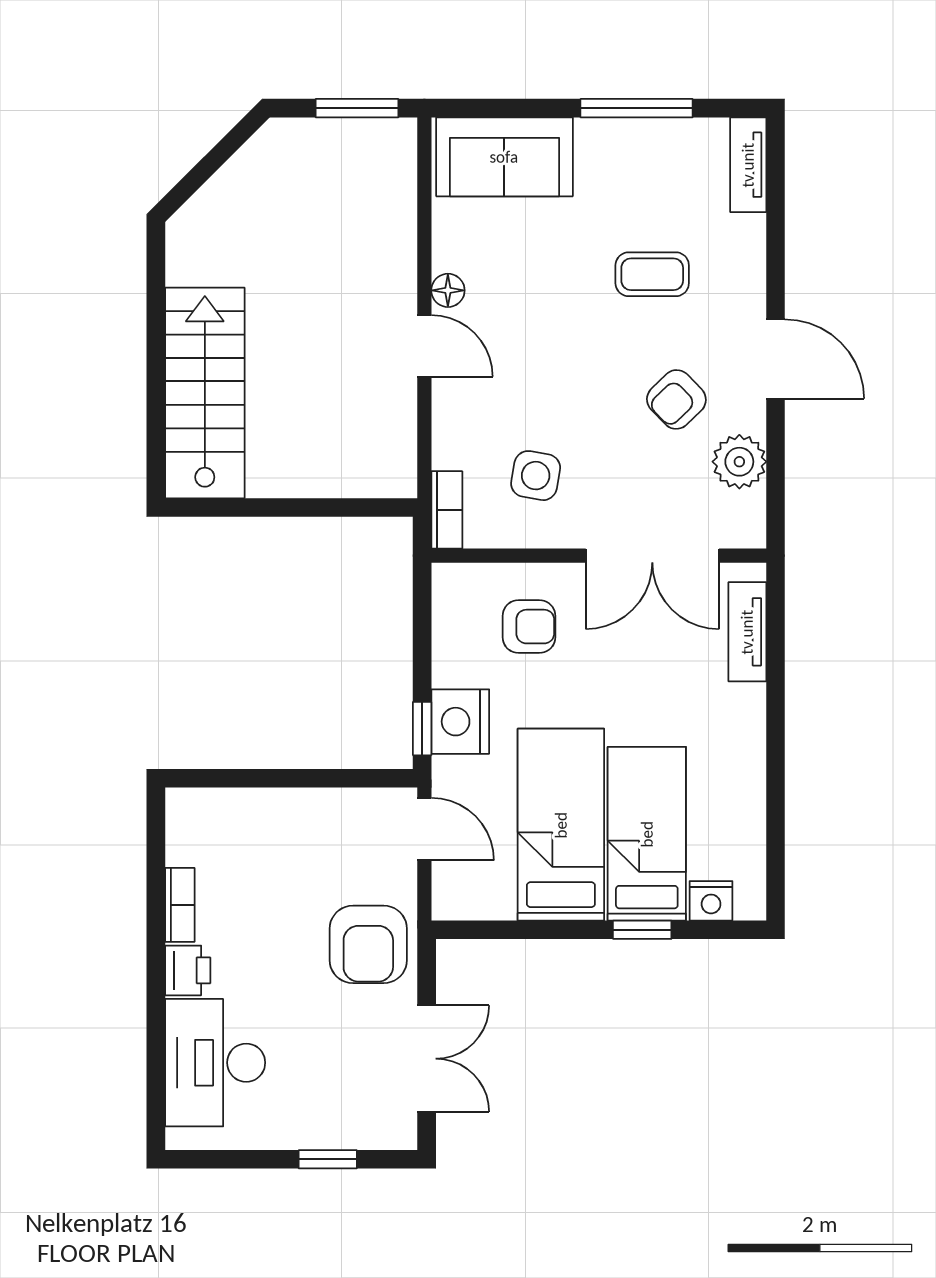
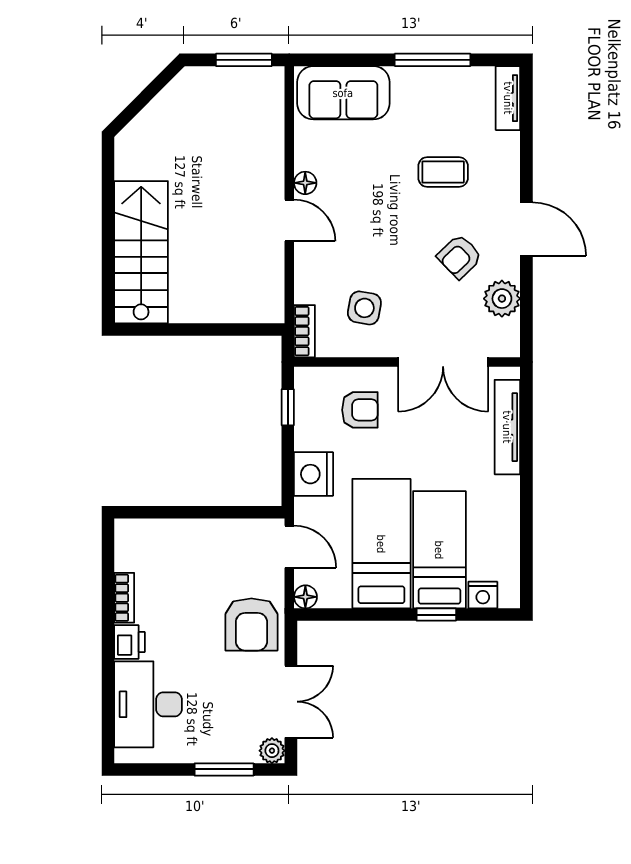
tv unit: (747, 632) -> (507, 427), width x1.41
window: (422, 729) -> (288, 407), moved
floor lamp: (448, 904) -> (305, 597), added
plant: (399, 1131) -> (272, 751), added
window: (328, 1159) -> (224, 769), width x1.50

